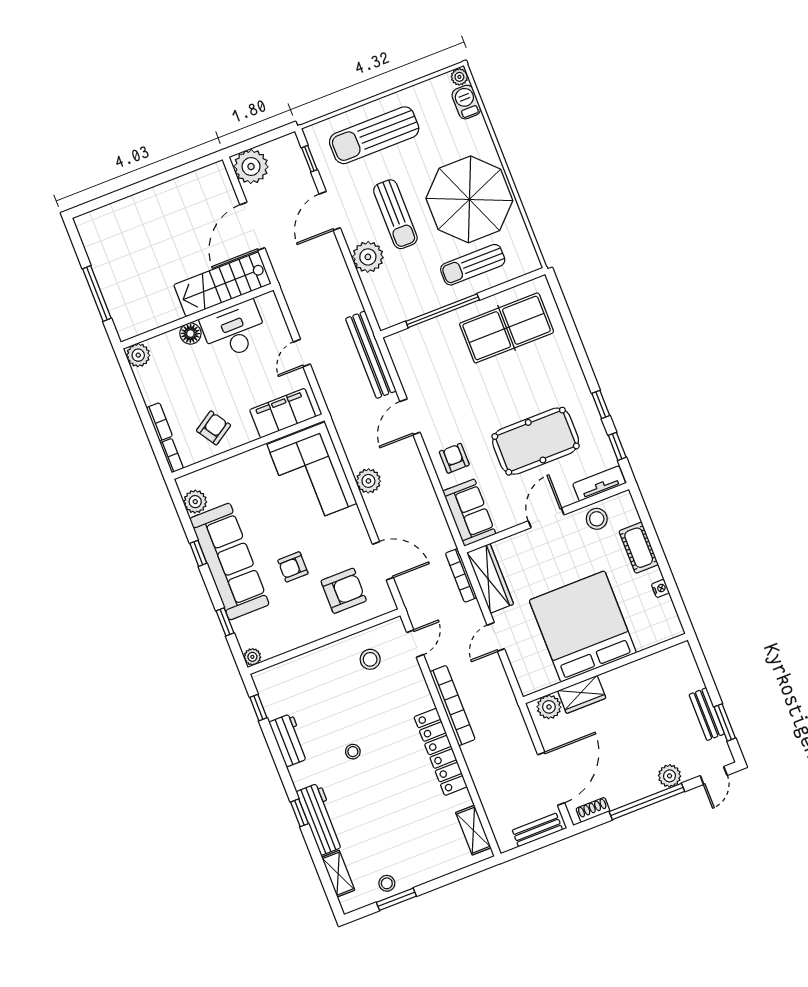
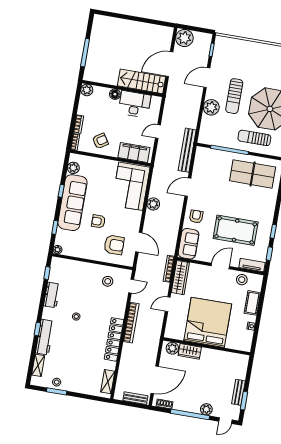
sun lounger: (374, 135) -> (246, 57), removed

